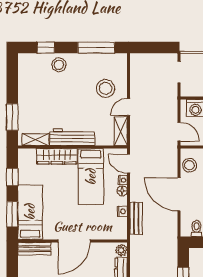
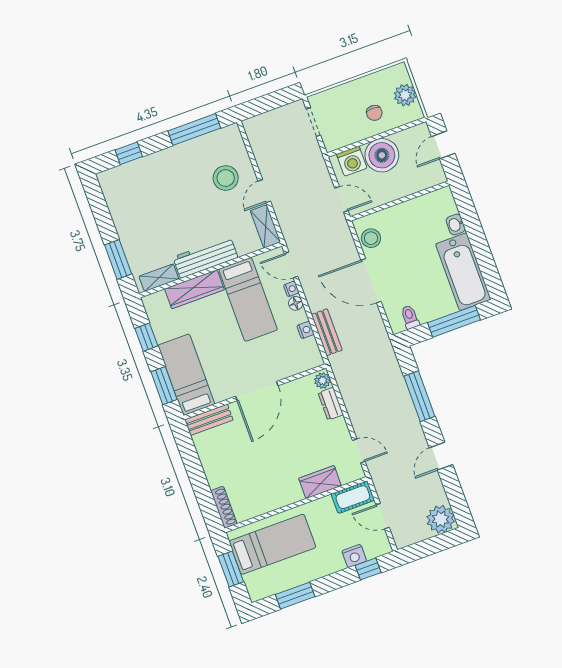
stool: (59, 65) -> (154, 169), removed

